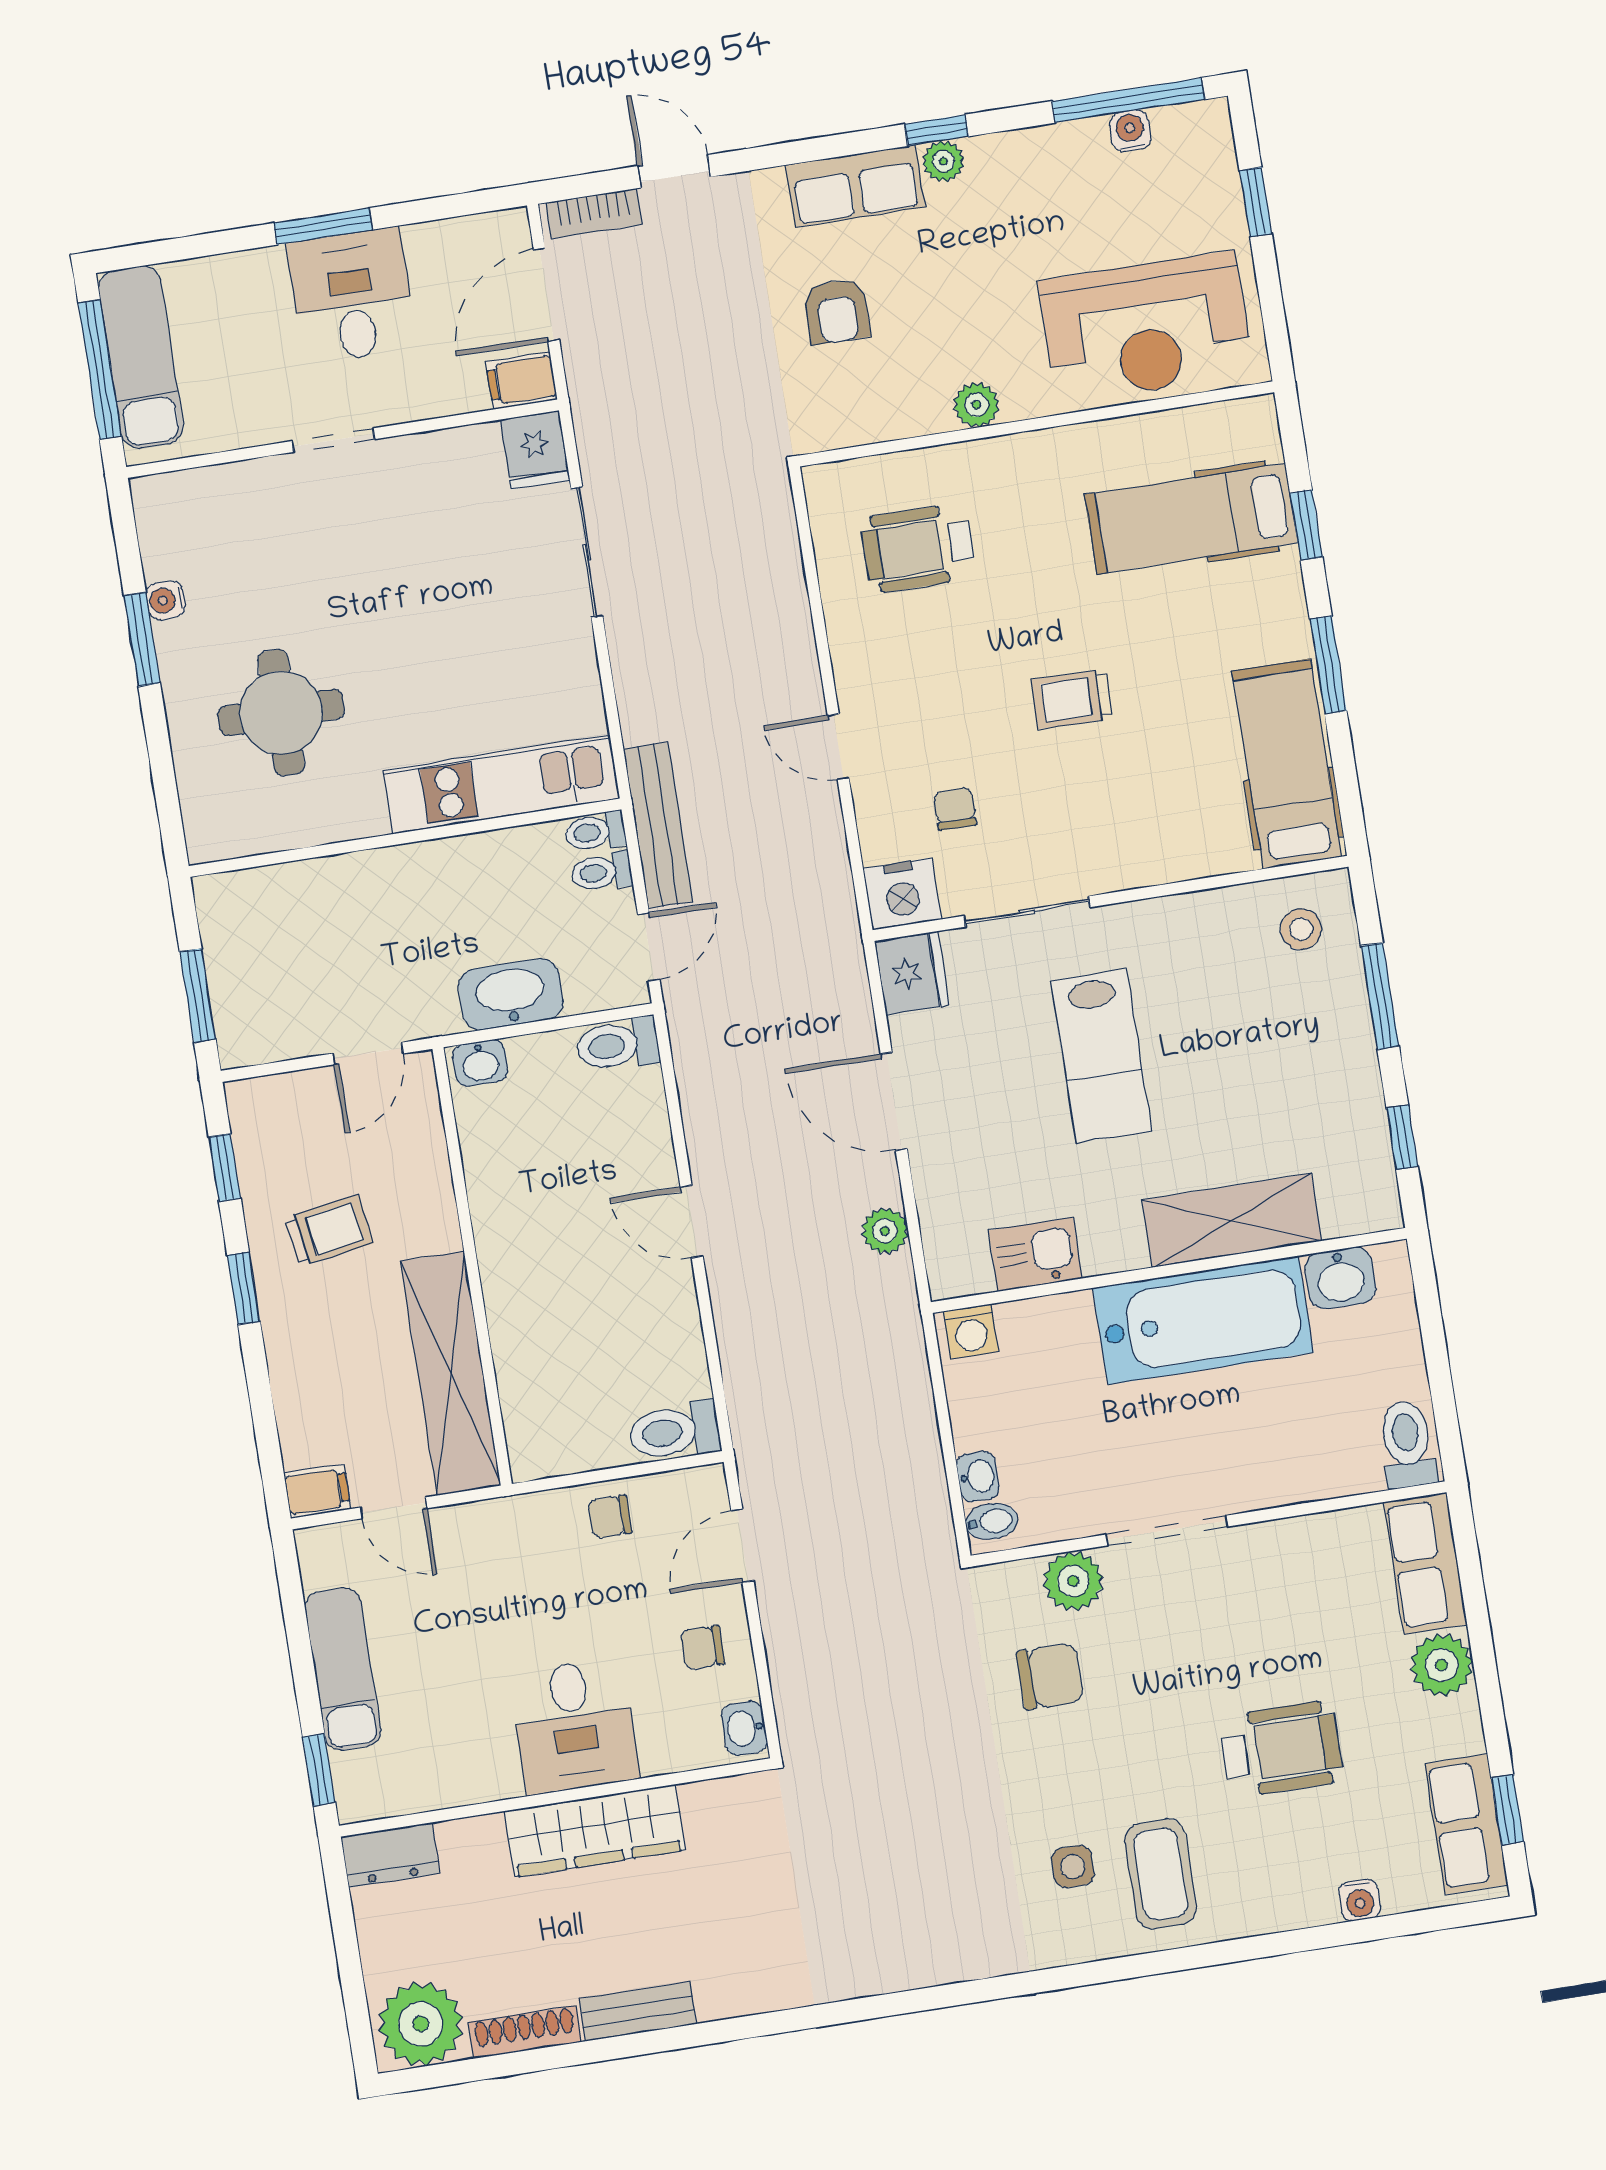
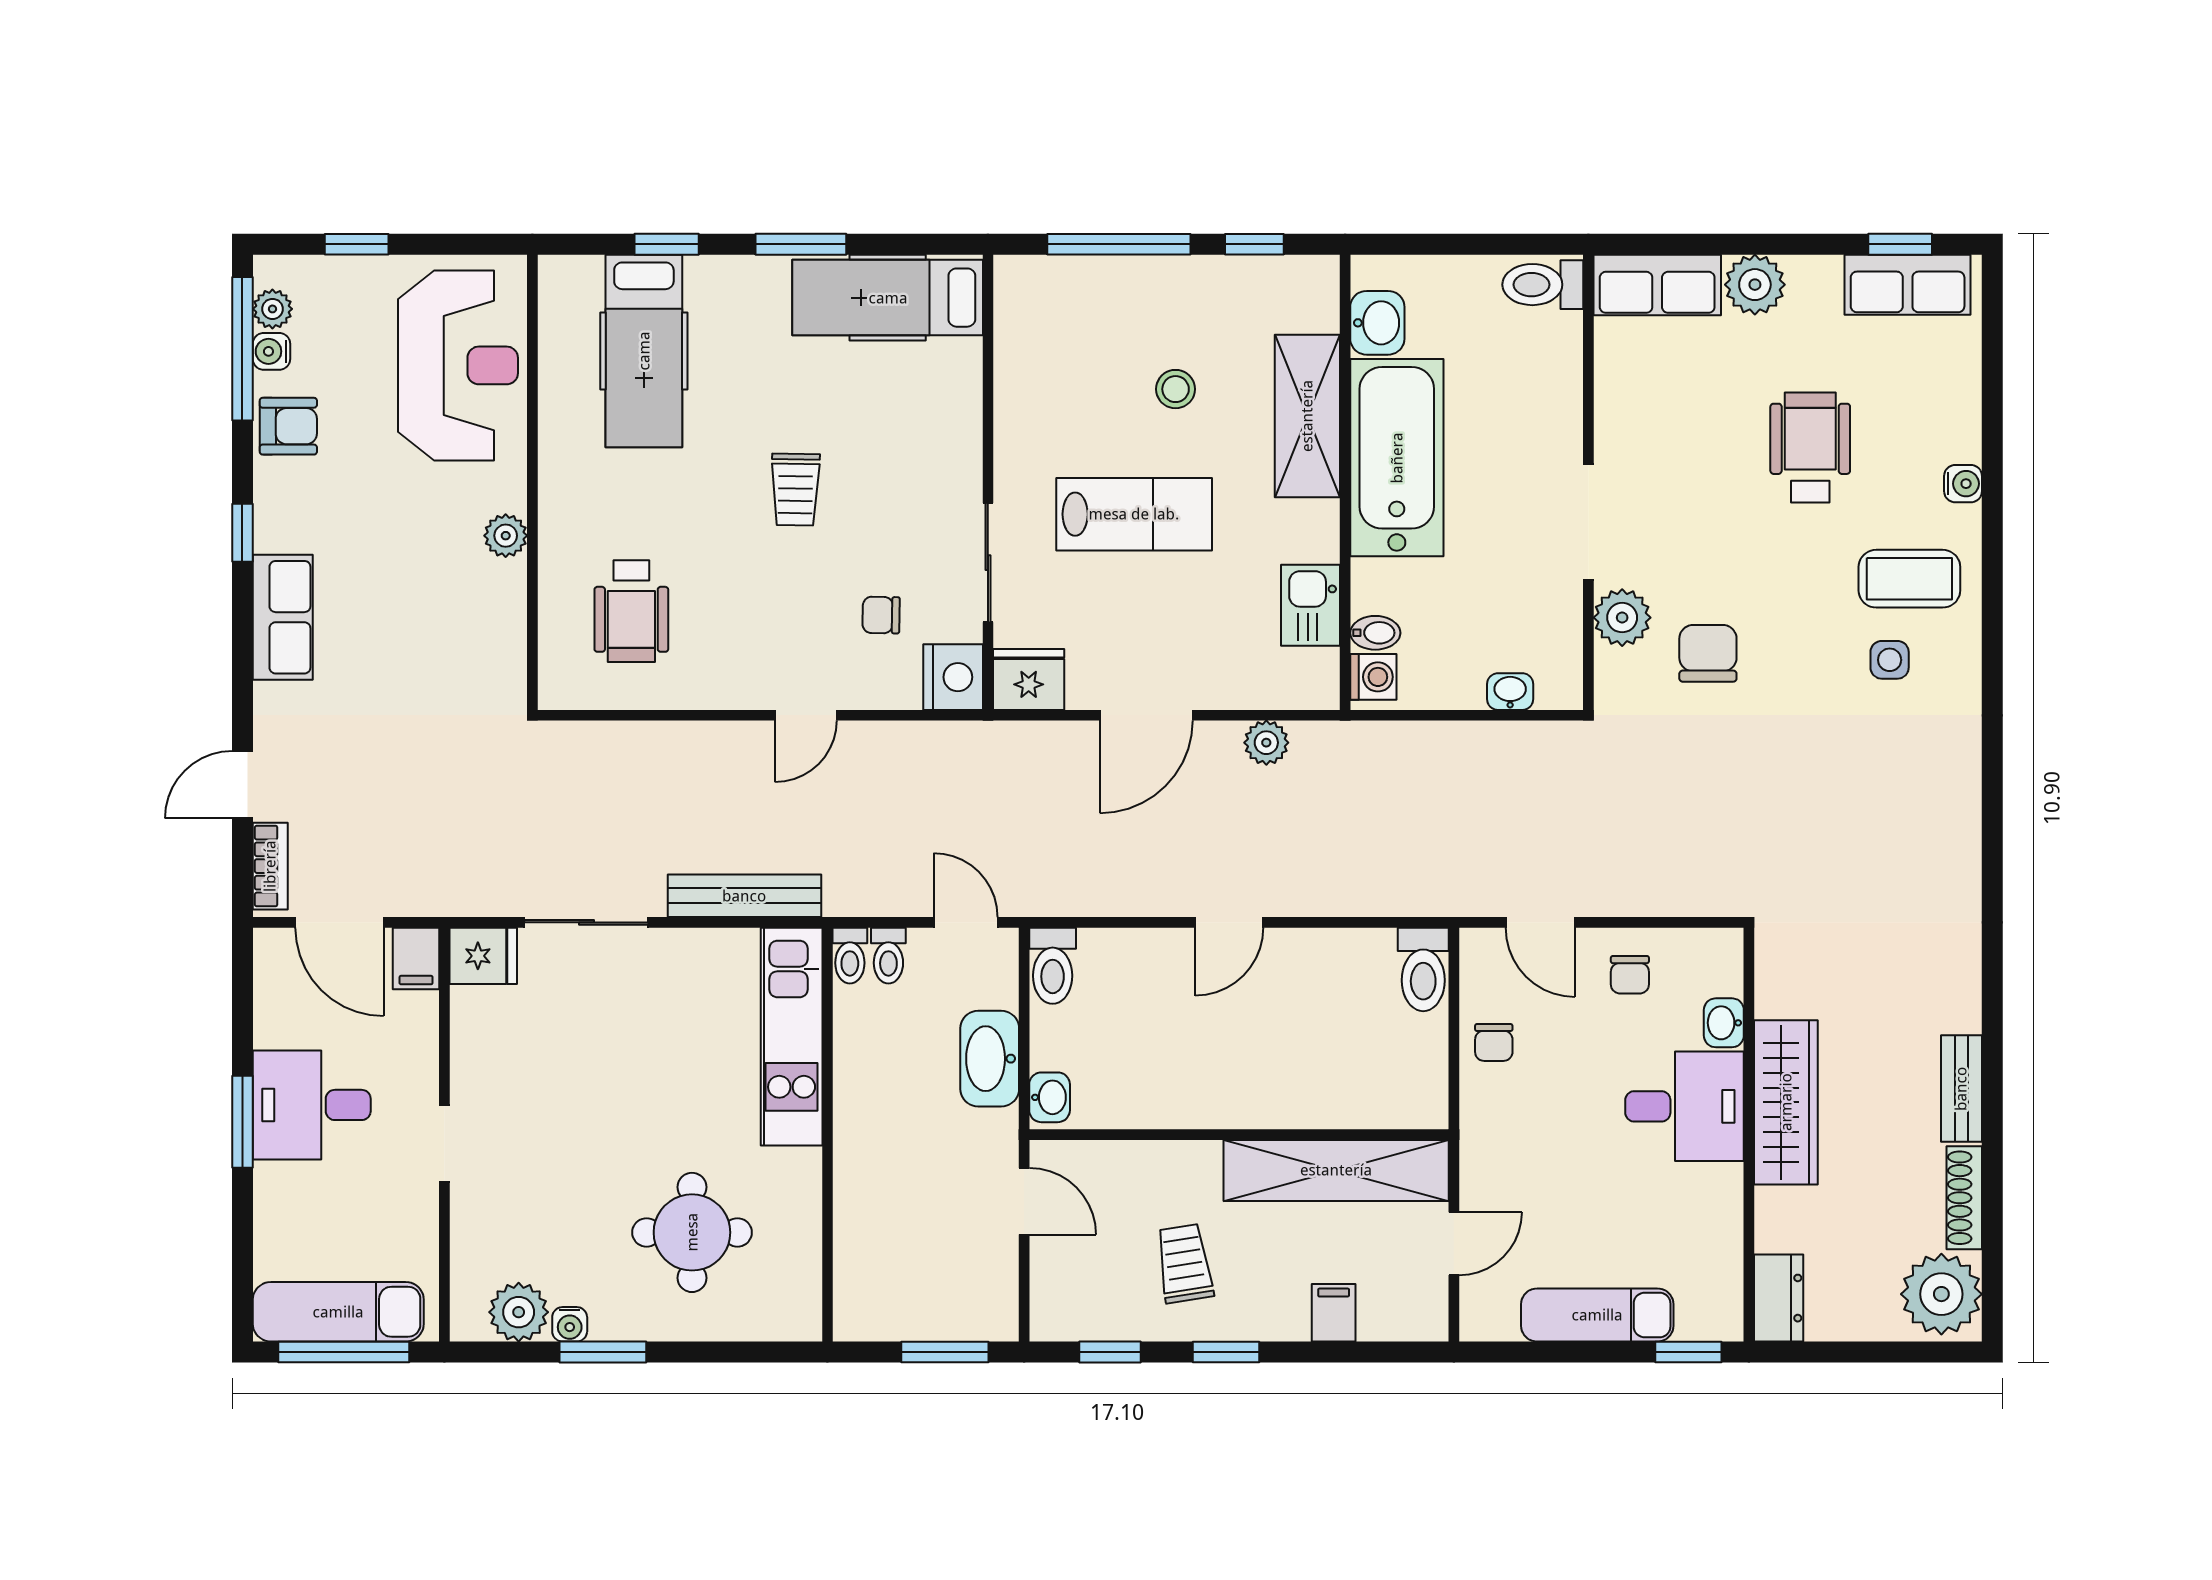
plant: (943, 161) -> (272, 309), moved
armchair: (837, 311) -> (288, 426), moved
plant: (170, 545) -> (519, 1312), added
bench: (658, 825) -> (744, 896), moved
stool: (1301, 929) -> (1176, 389), moved
window: (1380, 996) -> (1119, 244), width x1.44
filing cabinet: (317, 1491) -> (1334, 1313), moved
bidet: (992, 1521) -> (1375, 633), moved, turned 90
washbasin: (744, 1728) -> (1724, 1023), moved, turned 90
water cooler: (1360, 1900) -> (1963, 484), moved

